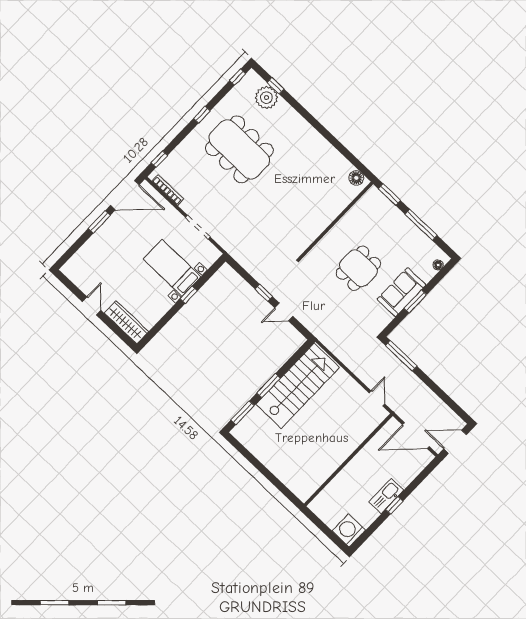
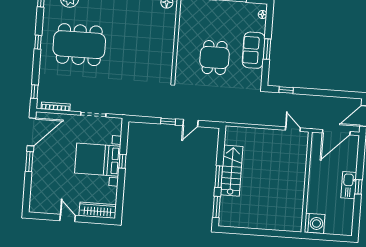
bed with nightstands: (172, 268) -> (98, 160), width x1.36
window: (401, 356) -> (286, 90), width x0.46
stairs: (298, 386) -> (232, 171), width x0.73, depth x0.66
washing machine: (349, 530) -> (315, 223), moved, turned 180

